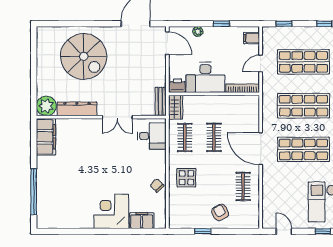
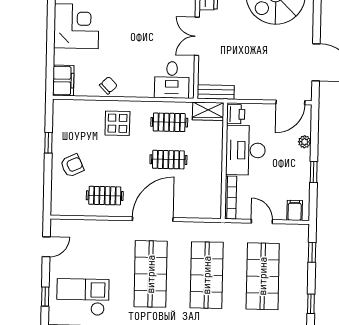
filing cabinet: (142, 221) -> (63, 80), moved

